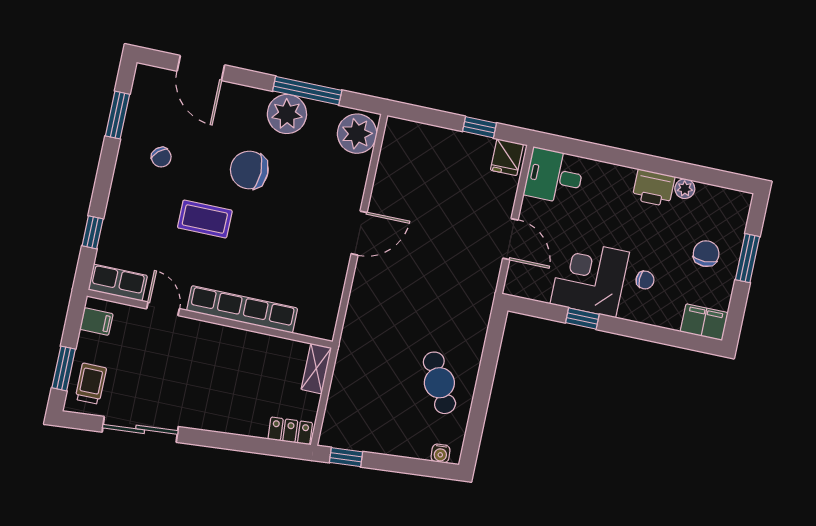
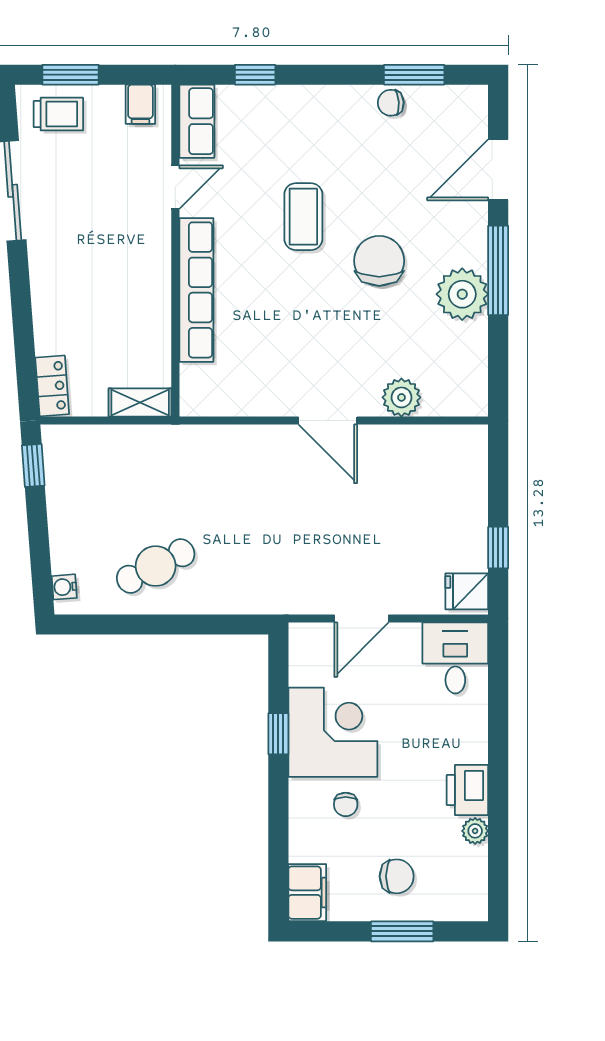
window: (307, 91) -> (498, 270), moved
plant: (357, 134) -> (401, 397), moved, width x0.73, depth x0.73
chair: (161, 157) -> (391, 103), moved, turned 38

